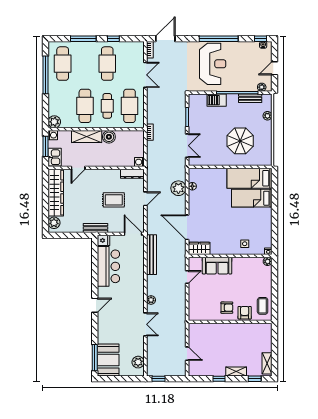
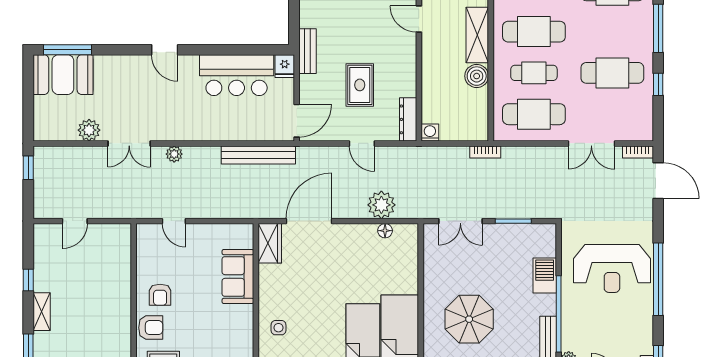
door: (187, 277) -> (174, 221), moved
plant: (138, 362) -> (89, 130), moved

